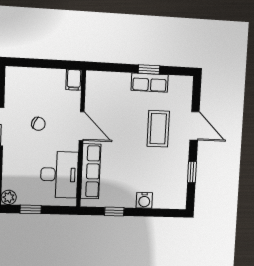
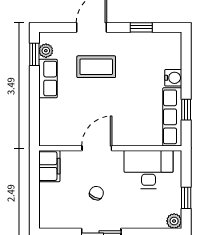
window: (149, 69) -> (34, 54), moved
filing cabinet: (74, 80) -> (49, 166), width x2.00
plant: (176, 82) -> (46, 51), added
row of seats: (91, 171) -> (172, 117), moved, turned -90

